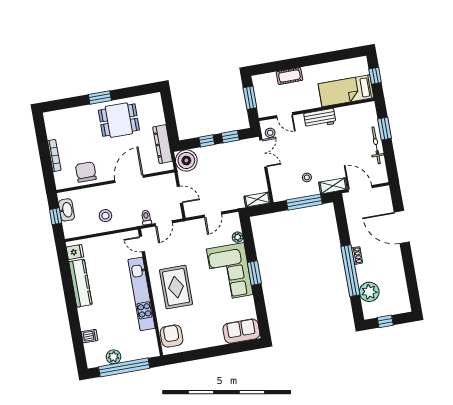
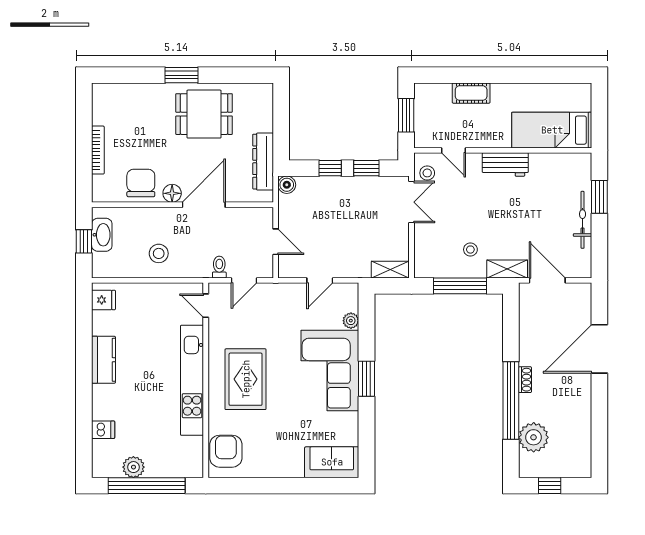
window: (375, 76) -> (599, 115), removed
boiler: (186, 160) -> (287, 185), width x0.54, depth x0.54
floor lamp: (107, 175) -> (172, 193), added
door: (402, 227) -> (599, 349), hinge flipped
kitchen counter: (80, 283) -> (103, 360), width x0.67

